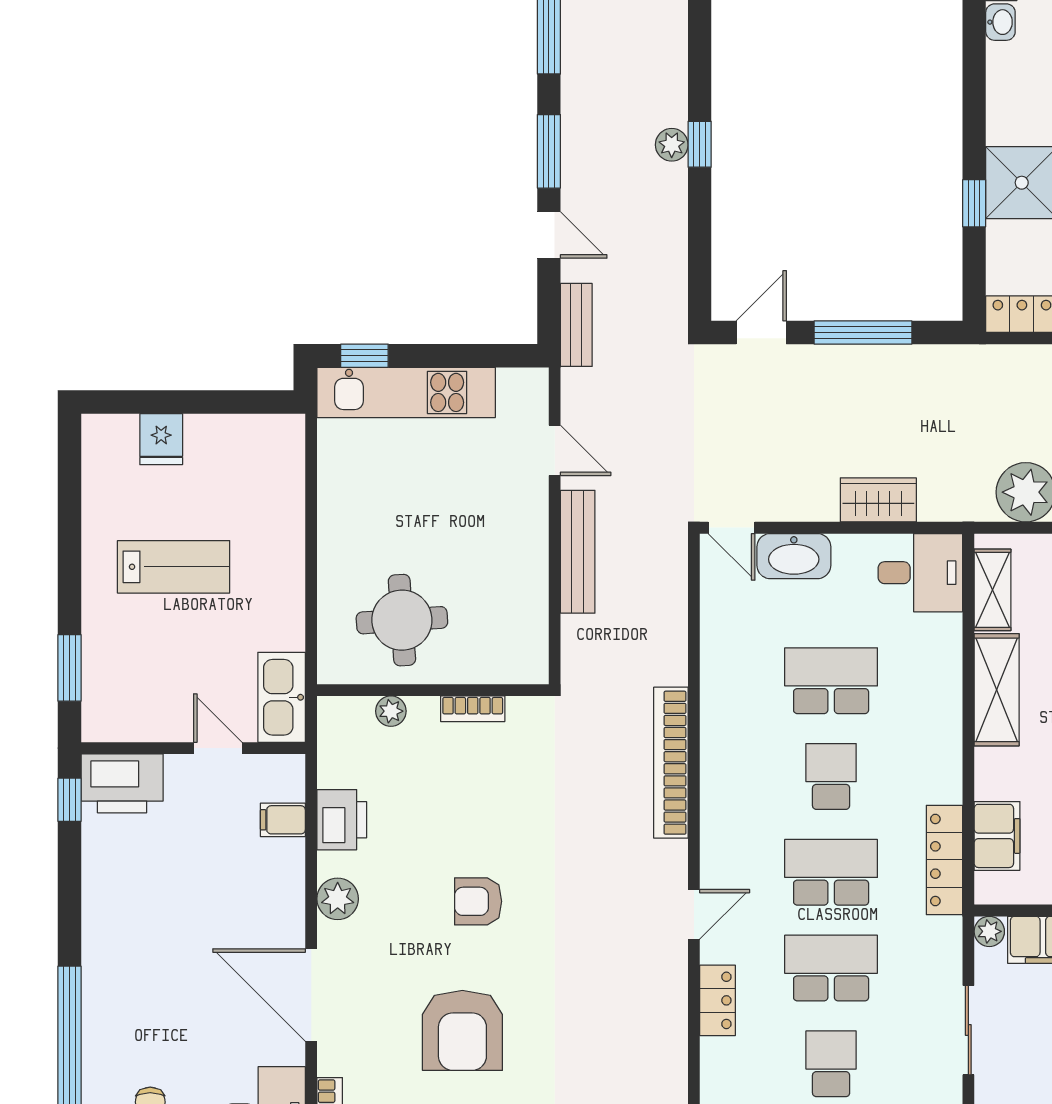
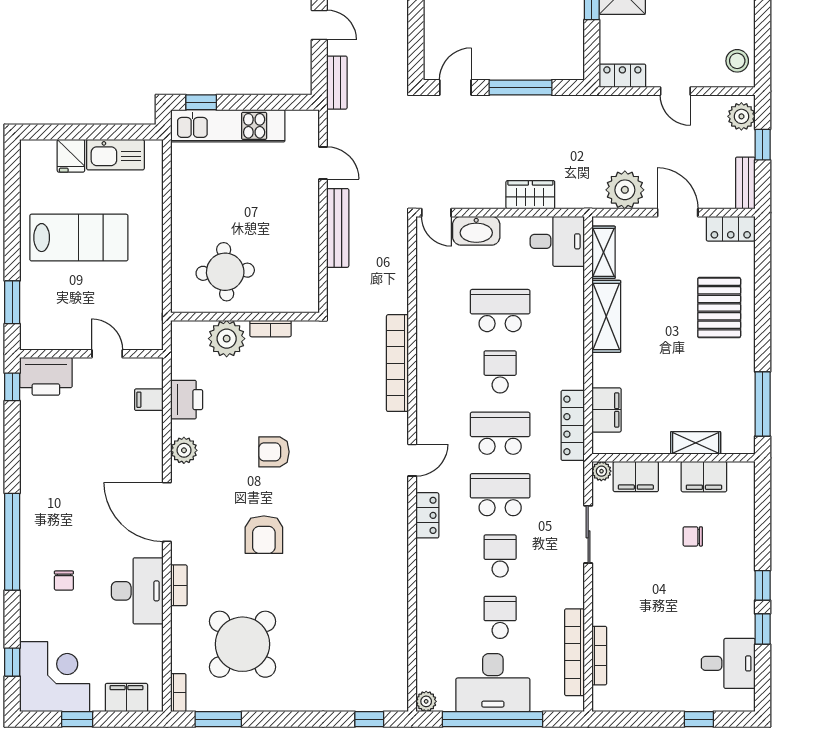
lab bench: (174, 567) -> (79, 238), width x1.36, depth x1.39
kitchen sink: (282, 697) -> (115, 155), moved, turned -90
plant: (391, 711) -> (227, 339), width x1.87, depth x1.87
armchair: (462, 1030) -> (264, 535), width x0.73, depth x0.73

